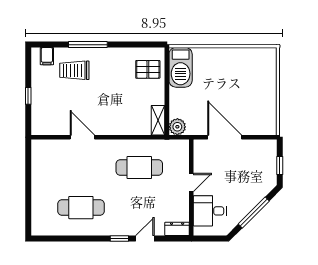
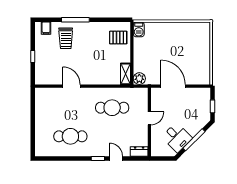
barbecue: (181, 67) -> (139, 29), width x0.53, depth x0.65
trolley: (74, 70) -> (66, 38), turned -90
desk: (210, 211) -> (177, 137), moved, turned -135
door: (145, 239) -> (116, 158), hinge flipped

